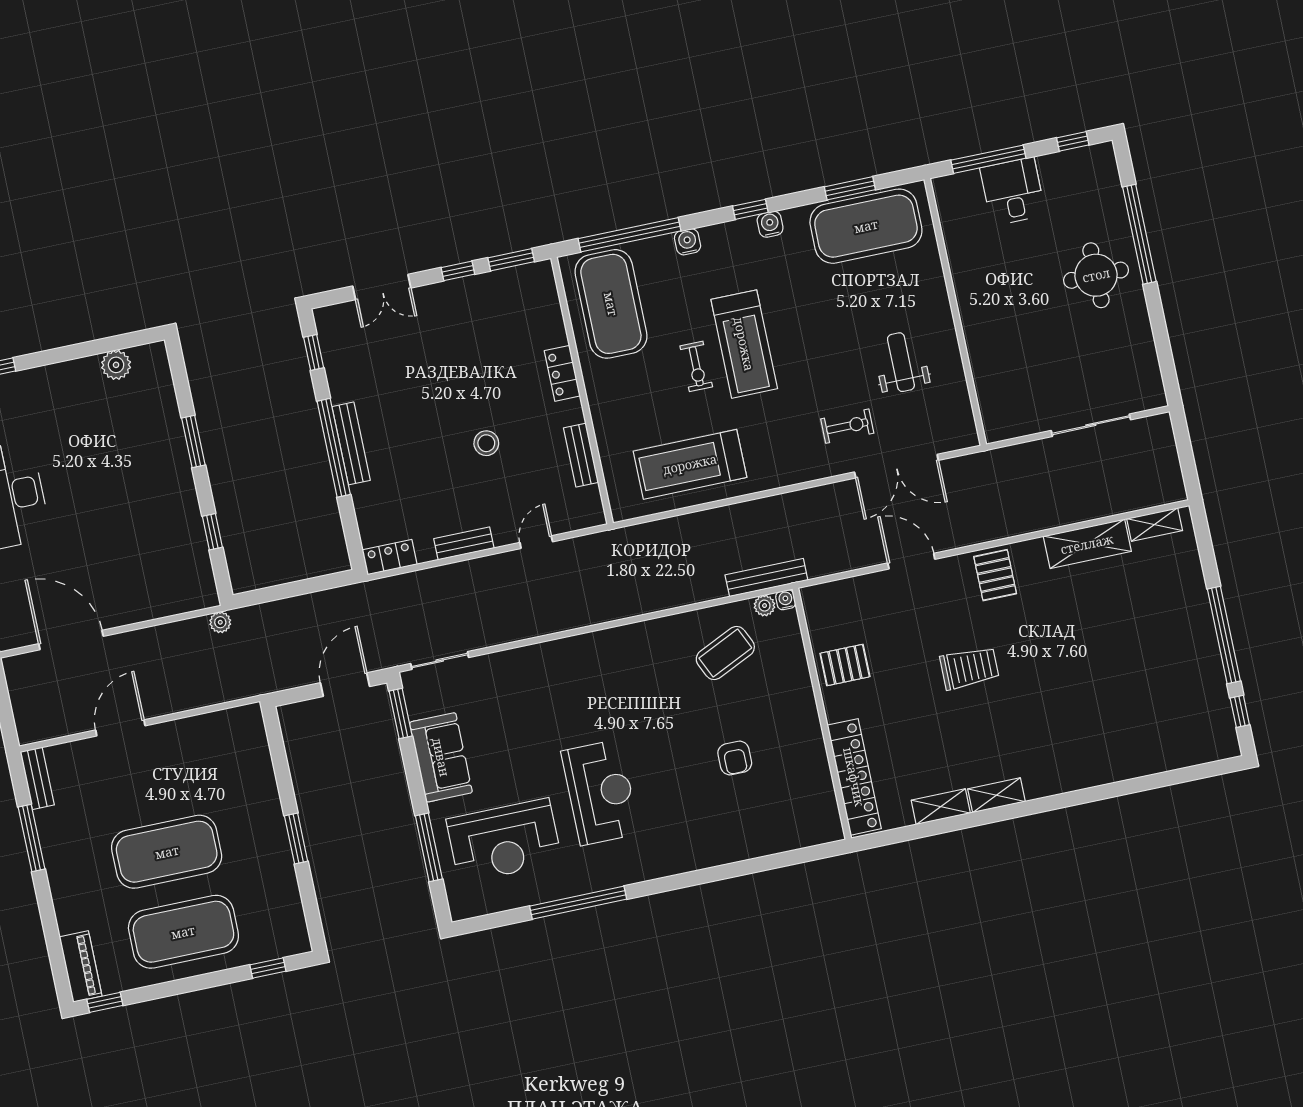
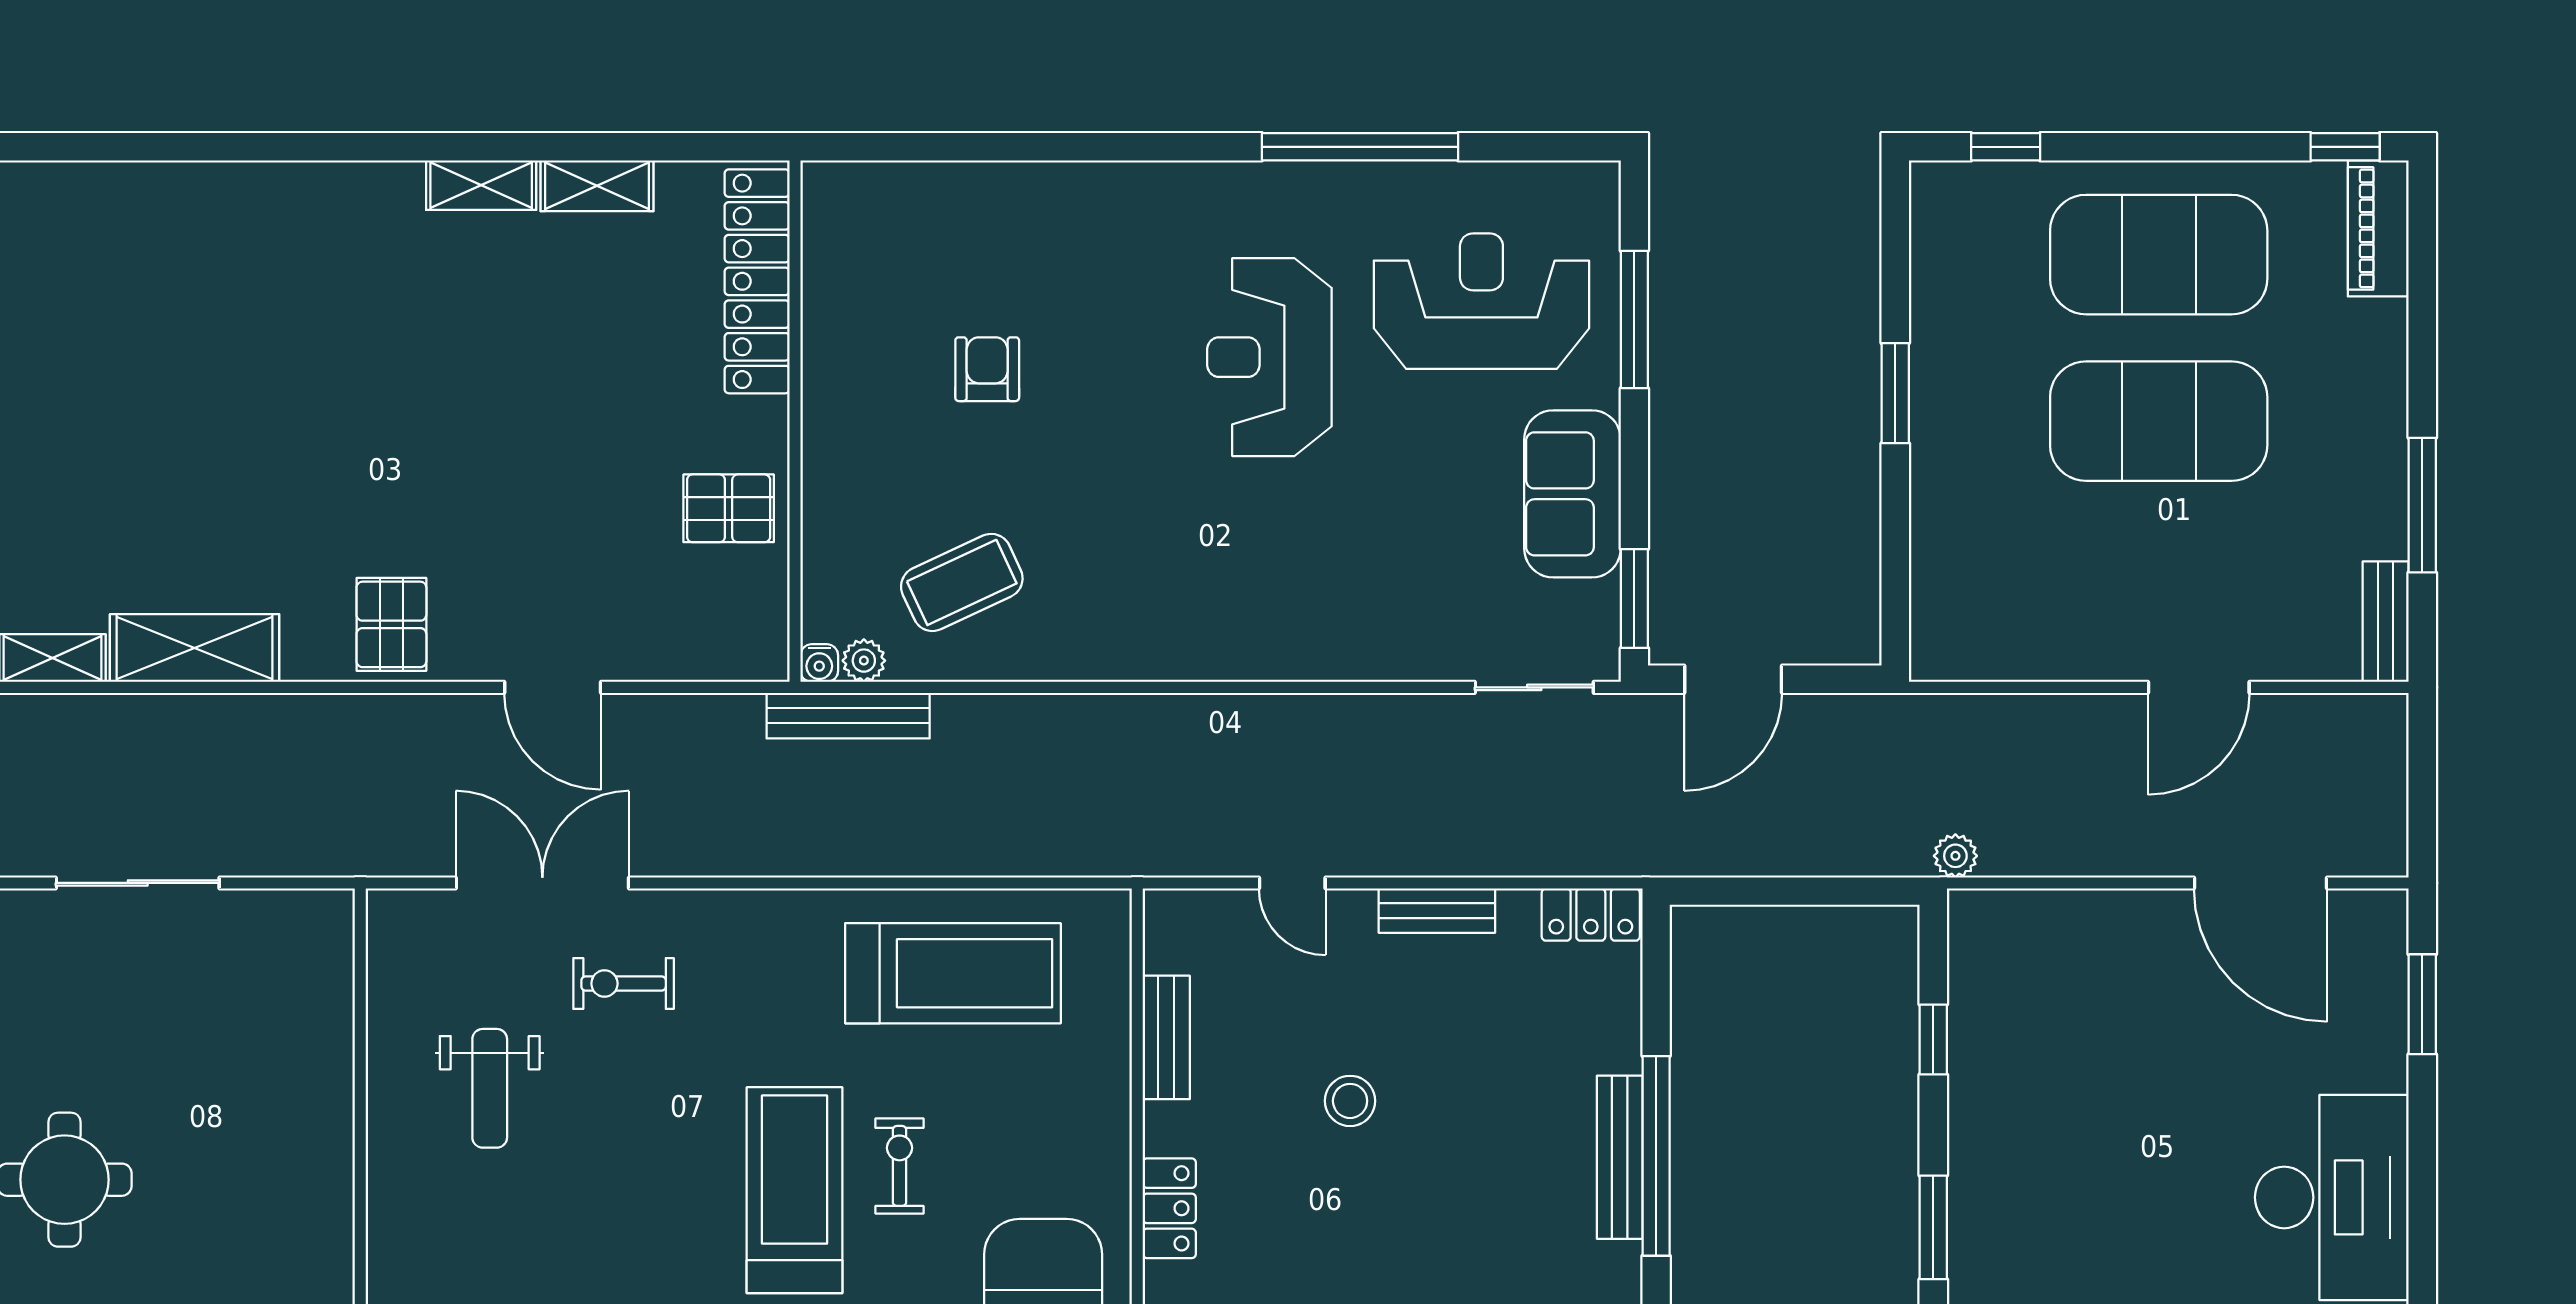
door: (536, 542) -> (1292, 883), hinge flipped
trolley: (969, 668) -> (482, 450), removed

